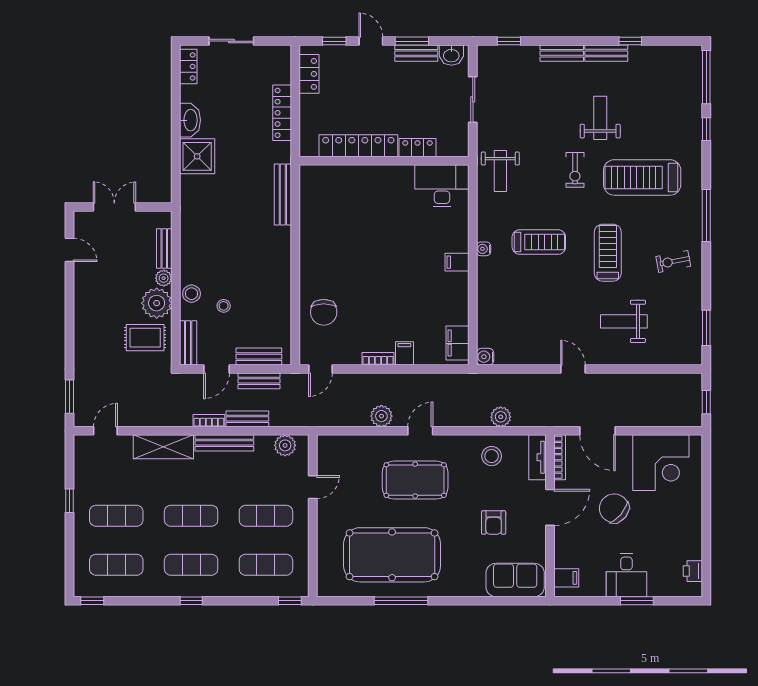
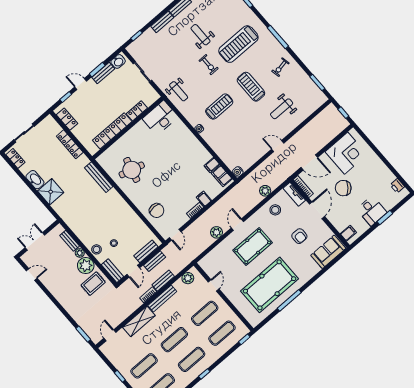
round table: (338, 225) -> (132, 170), added
filing cabinet: (457, 262) -> (212, 165), moved

